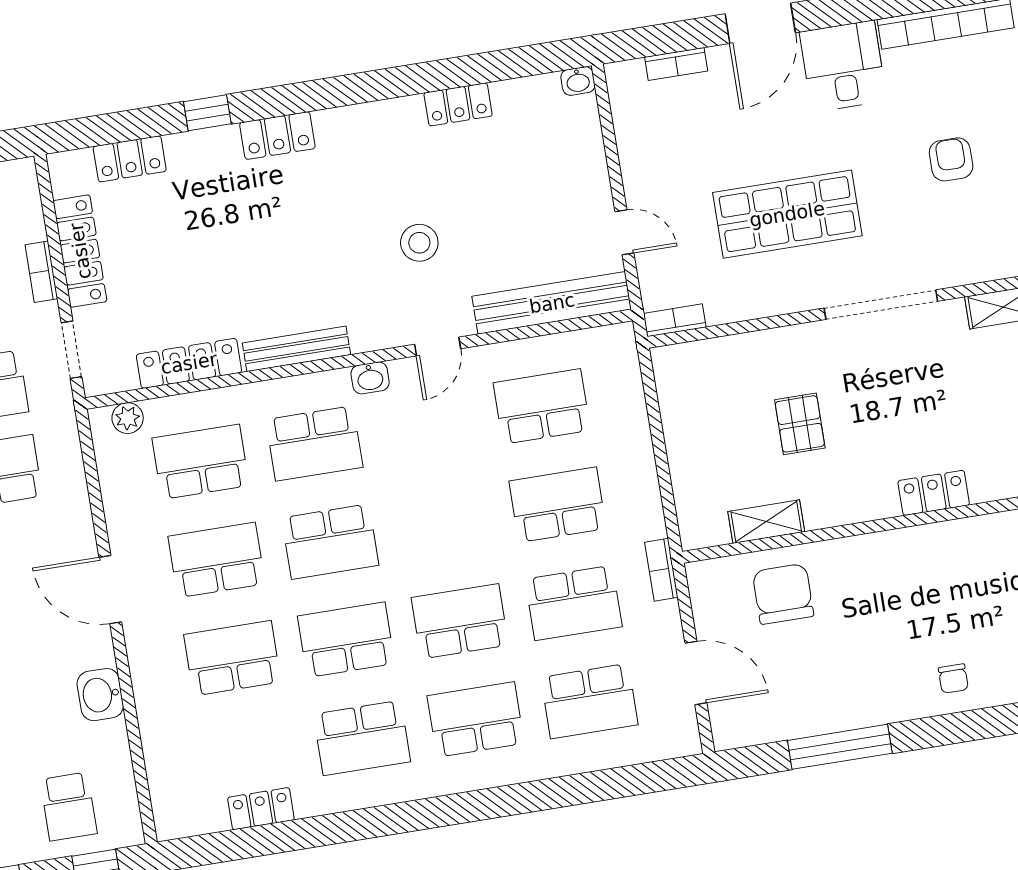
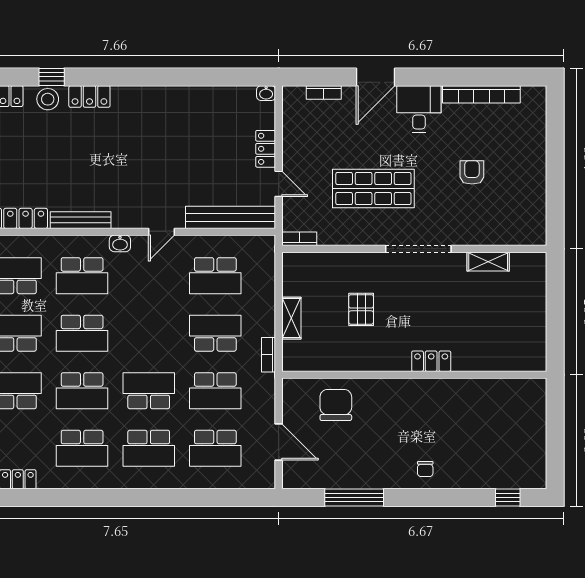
locker: (458, 104) -> (266, 149), moved, turned 90
stool: (419, 243) -> (48, 99), moved
school desk: (542, 407) -> (215, 276), turned 180
shelving: (766, 522) -> (291, 318), moved, turned 90
bookcase: (661, 570) -> (269, 355), moved
school desk: (346, 640) -> (82, 391), turned 180
school desk: (476, 720) -> (149, 448), turned 180

